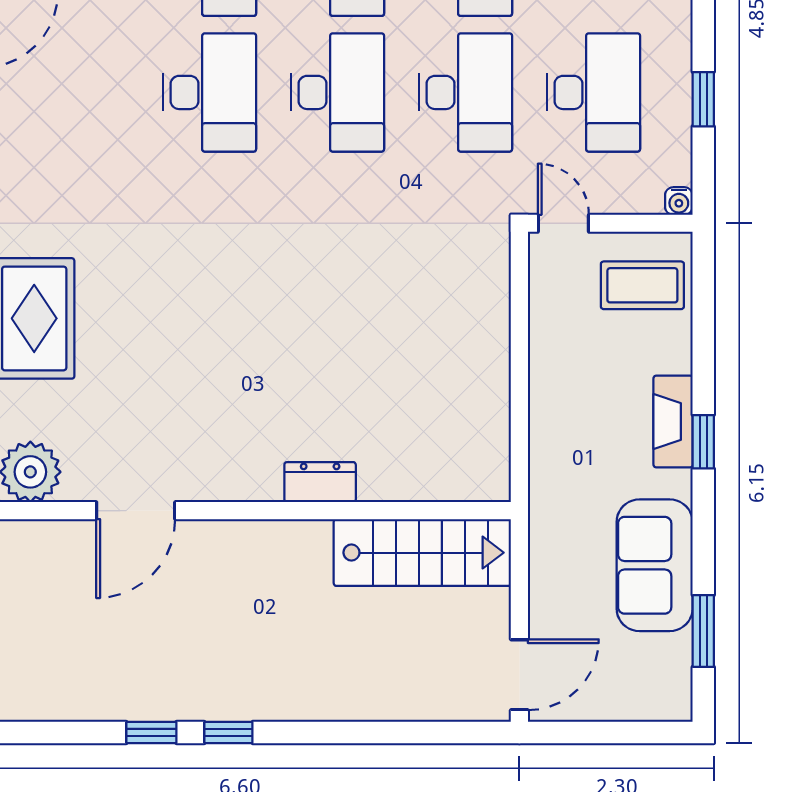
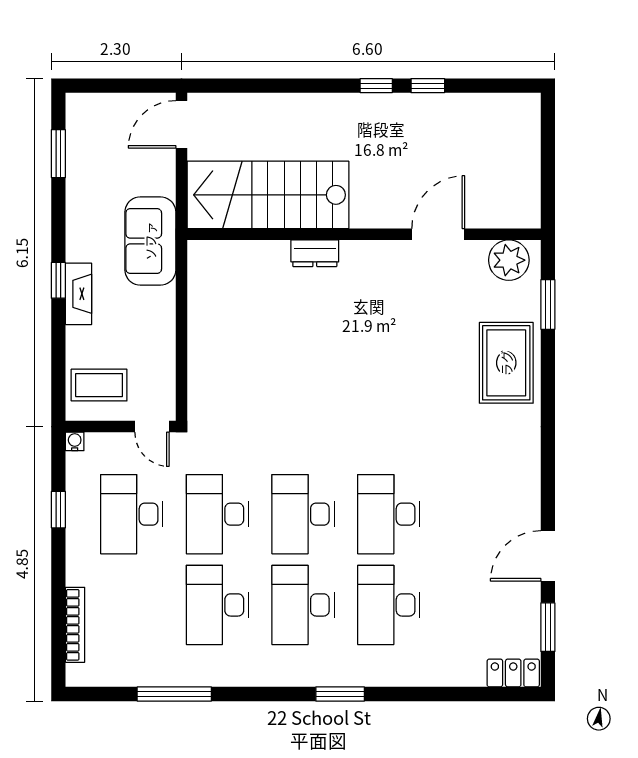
stairs: (422, 553) -> (268, 195), width x1.36, depth x1.51
sofa: (655, 565) -> (150, 241), moved, turned 180

